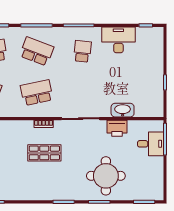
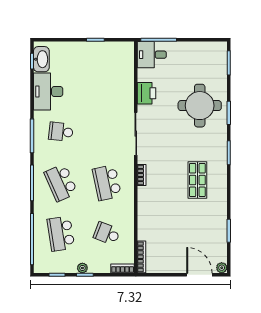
school desk: (37, 51) -> (61, 183), turned -45
washbasin: (123, 110) -> (41, 59), moved, turned 180
desk: (151, 144) -> (152, 55), moved, turned -90
shop shelf: (44, 153) -> (197, 180), moved

